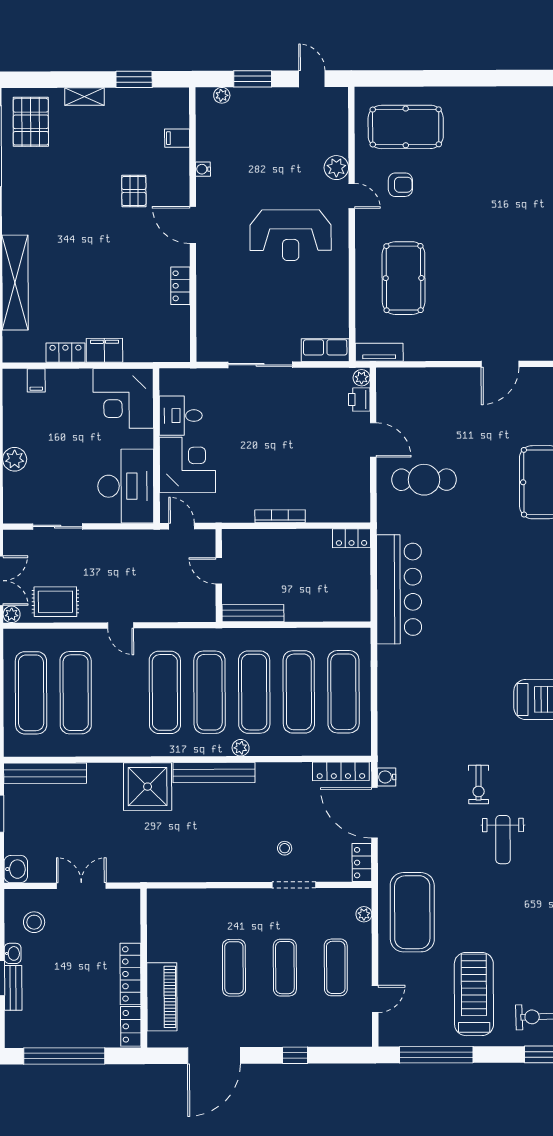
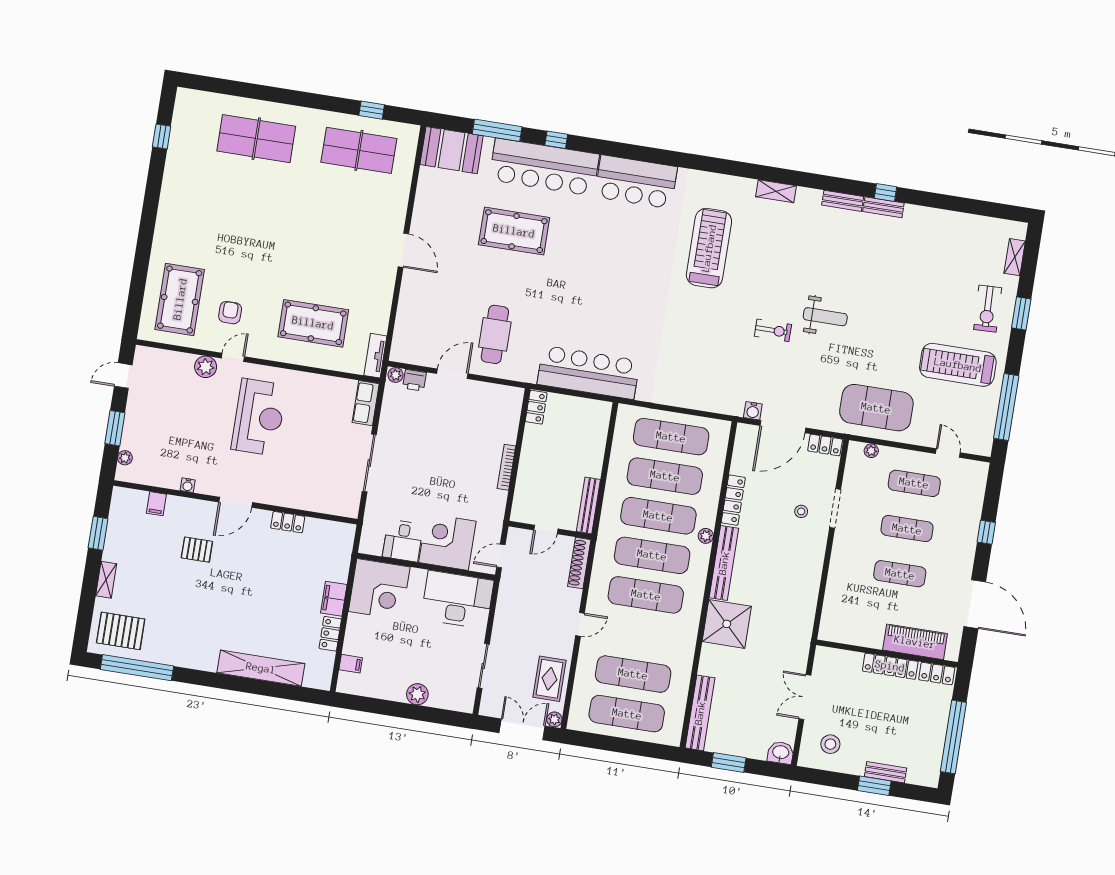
shoe rack: (188, 613) -> (579, 563), added
locker: (341, 771) -> (733, 500), moved
washbasin: (13, 953) -> (855, 768), removed

